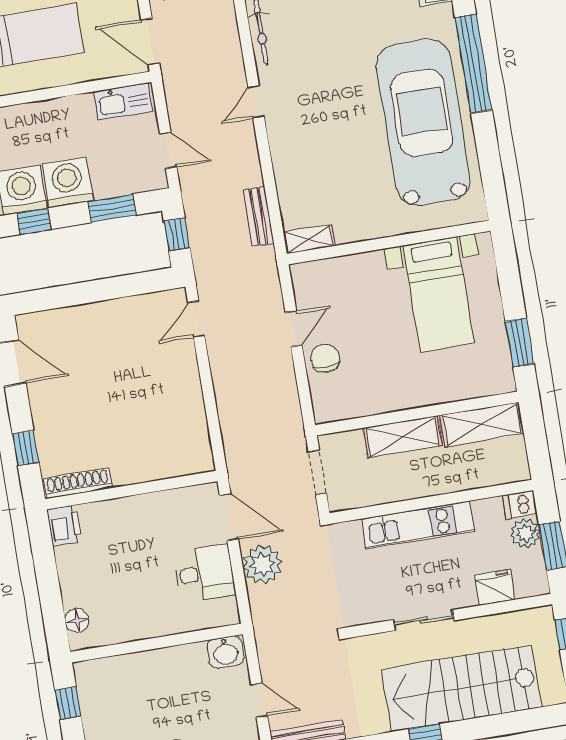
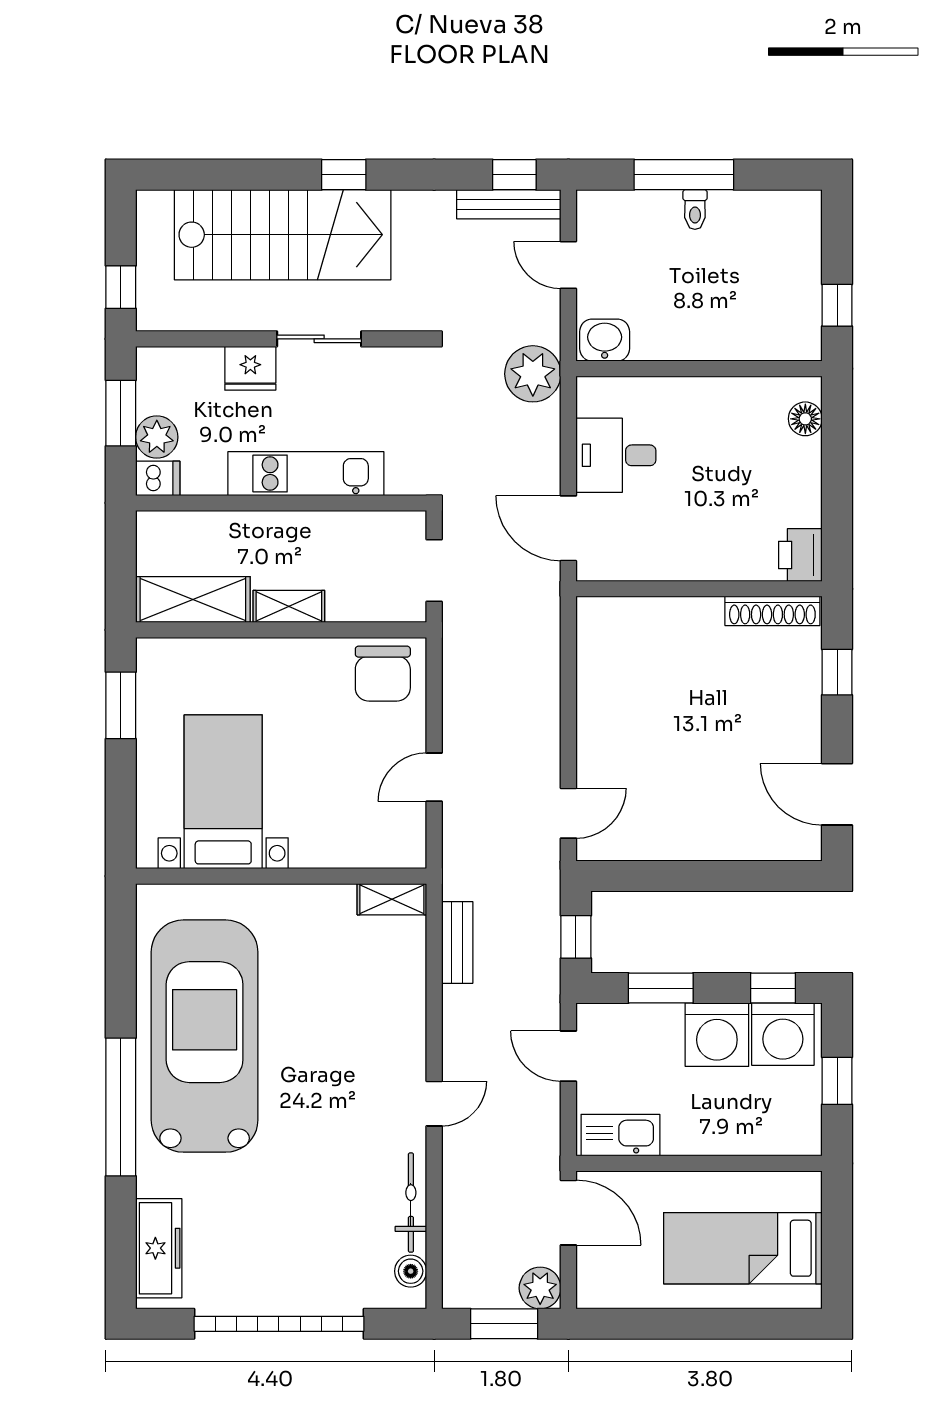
car: (423, 122) -> (205, 1036), turned 180
chair: (325, 358) -> (383, 674), moved, width x1.37, depth x1.37
shelving: (402, 437) -> (289, 606), width x0.67, depth x0.75
plant: (262, 564) -> (533, 374), moved
fridge: (494, 587) -> (250, 368), moved

